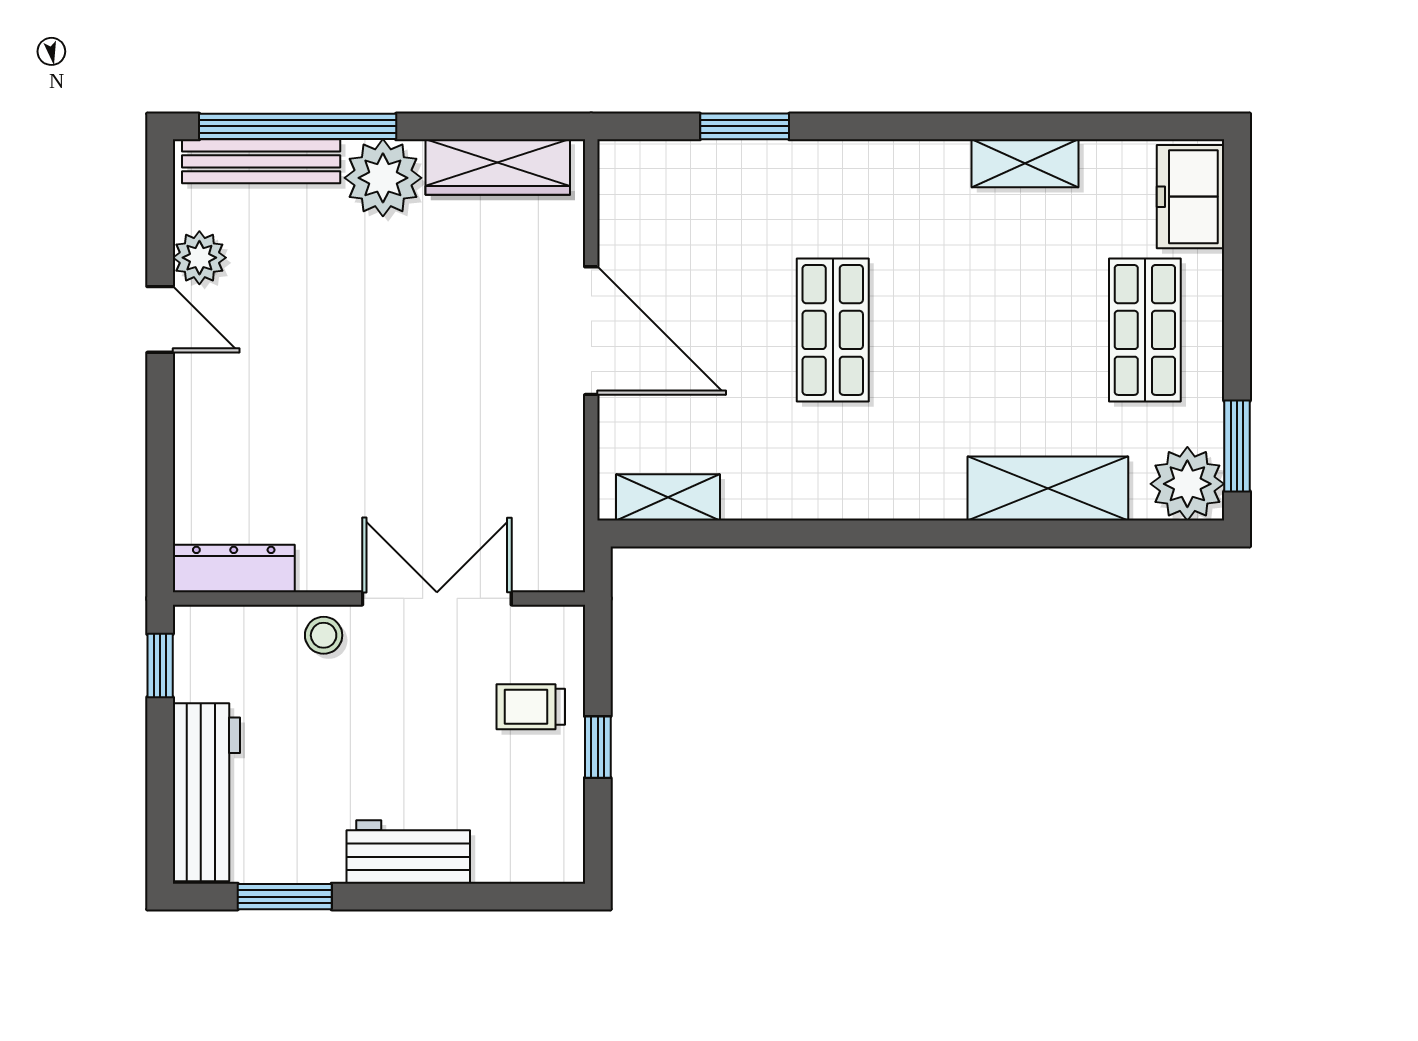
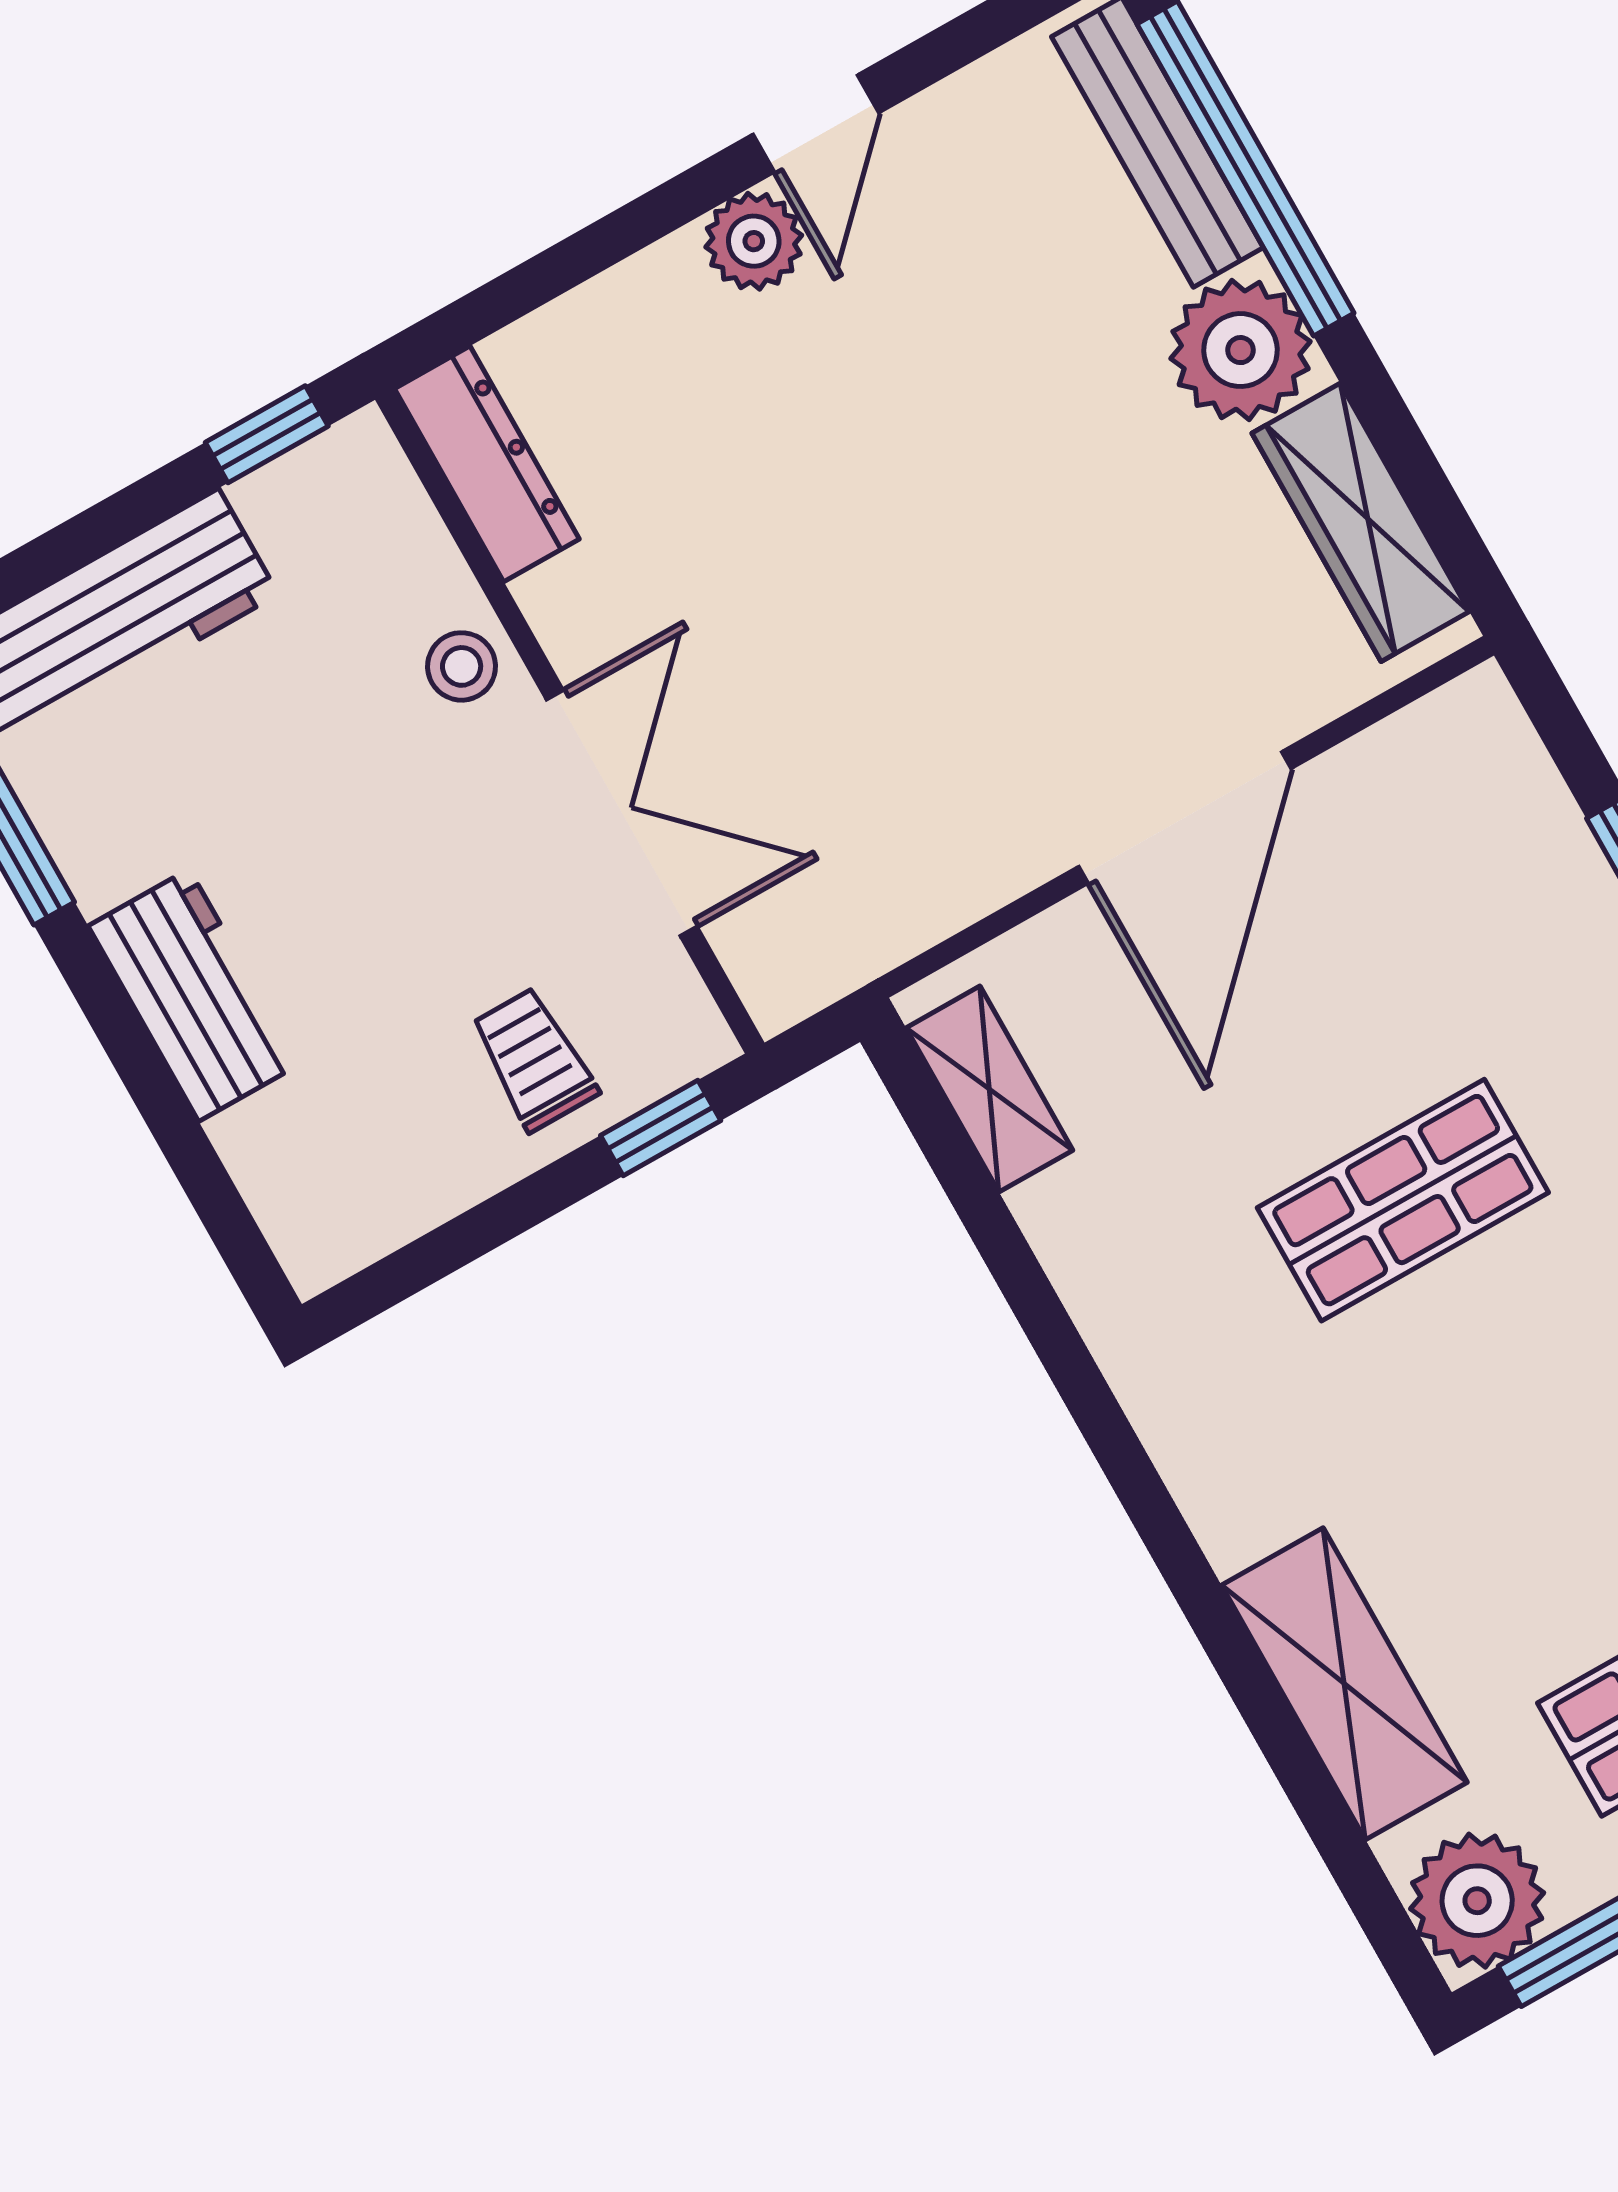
plant: (199, 258) -> (754, 241), moved
window: (598, 747) -> (661, 1128), moved

